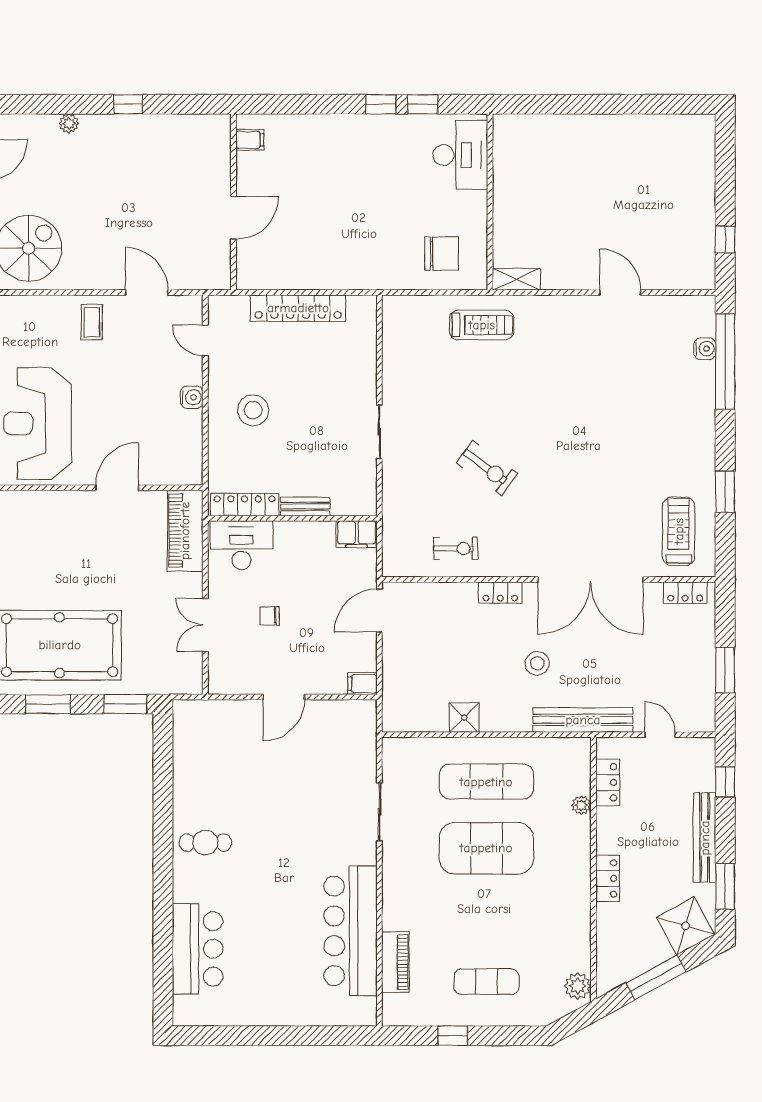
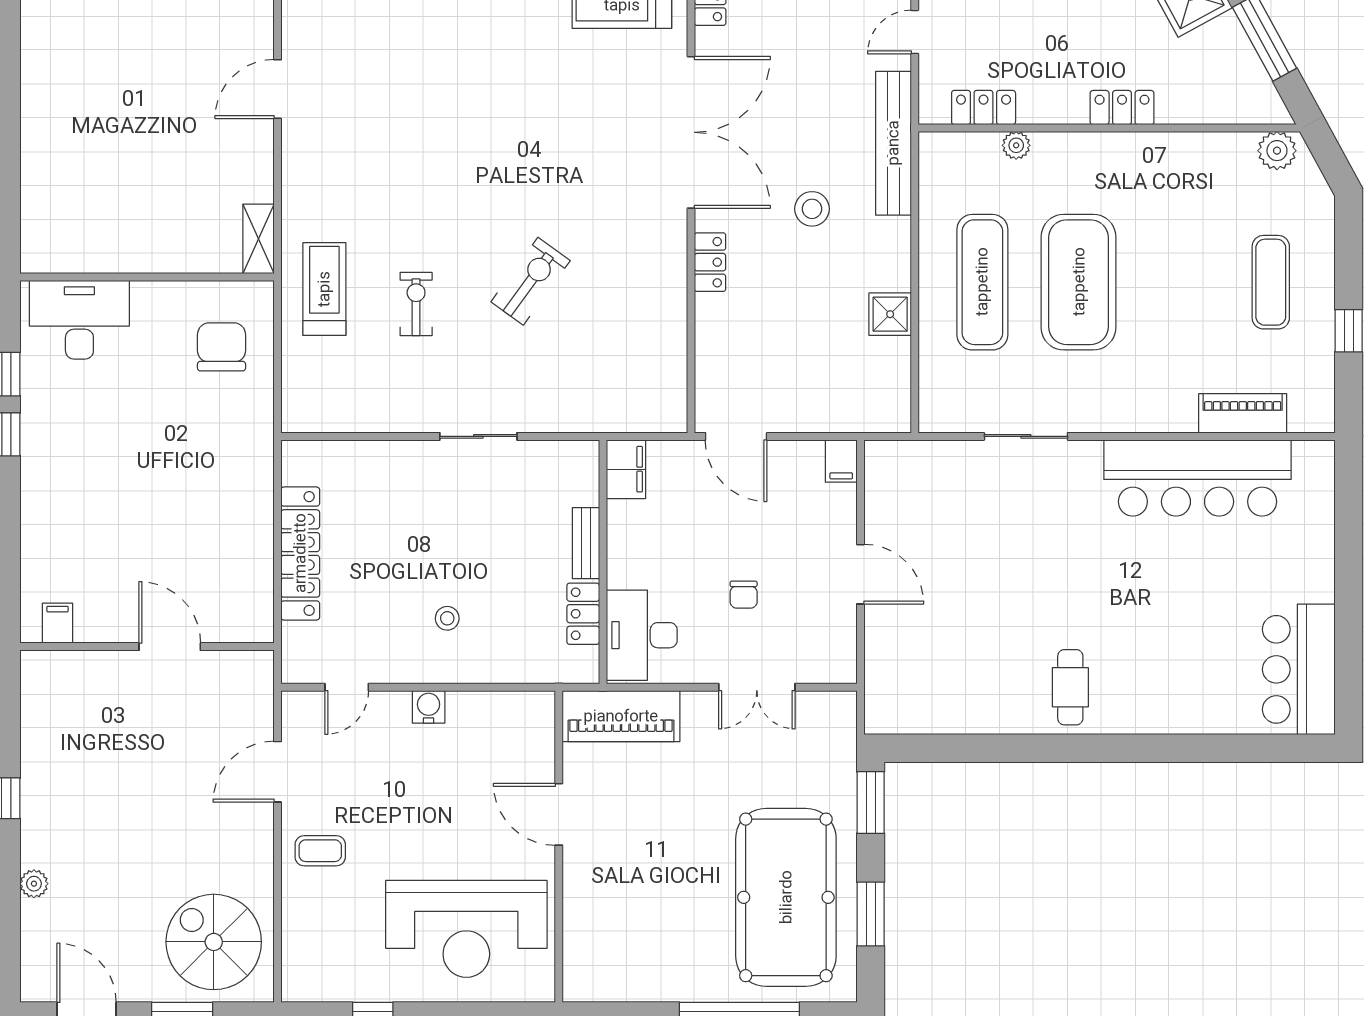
stool: (253, 410) -> (447, 618), width x0.53, depth x0.53
locker: (245, 505) -> (583, 614), width x0.66
exercise bike: (456, 549) -> (416, 304), moved
bar counter: (198, 949) -> (1299, 669), moved, turned -90

